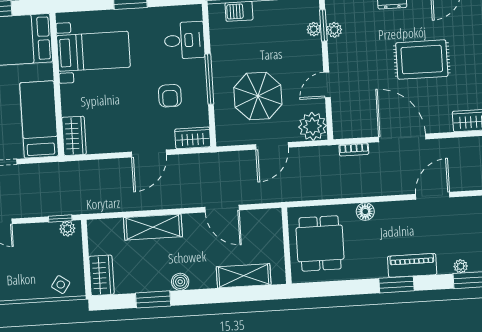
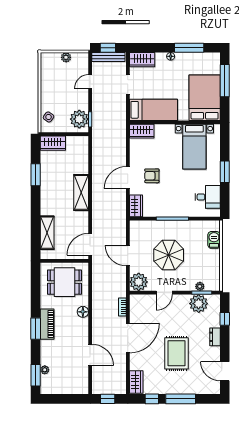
plant: (334, 30) -> (199, 304), width x1.87, depth x1.87
desk: (184, 40) -> (208, 197), moved, turned -90
door: (327, 85) -> (164, 293), swing flipped
armchair: (170, 96) -> (152, 176), moved
parasol: (258, 96) -> (169, 255), moved
door: (149, 153) -> (128, 178), hinge flipped
door: (222, 209) -> (90, 244), moved
shelving: (153, 227) -> (81, 192), moved
plant: (67, 229) -> (79, 119), width x1.88, depth x1.88
piano: (412, 265) -> (47, 324), moved
boiler: (180, 282) -> (46, 192), removed

